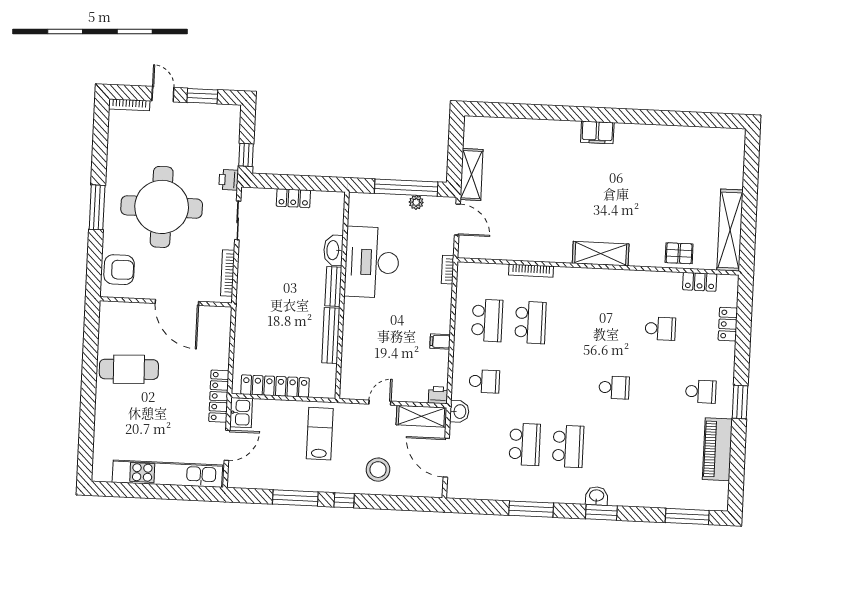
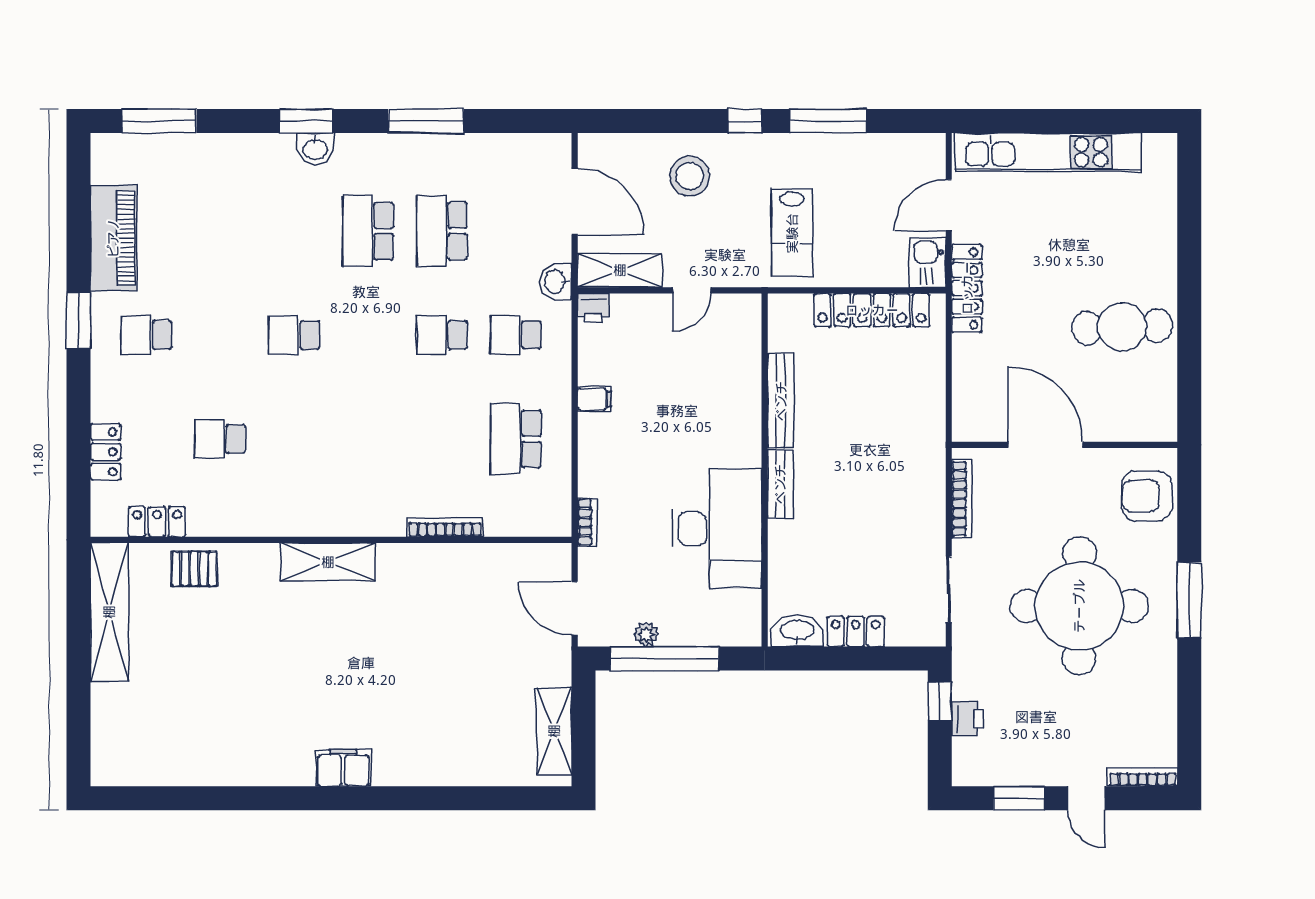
shelving: (472, 175) -> (554, 731), moved
printer: (229, 180) -> (967, 719), moved
washbasin: (333, 250) -> (797, 631), moved, turned -90
school desk: (530, 322) -> (442, 335), moved, width x0.54

